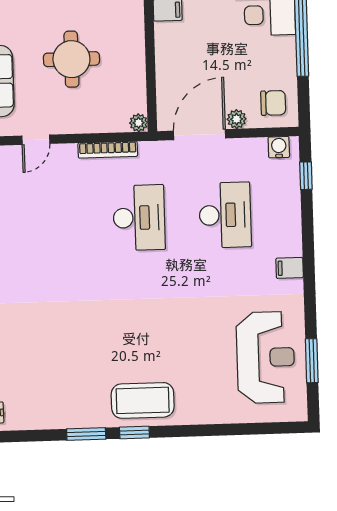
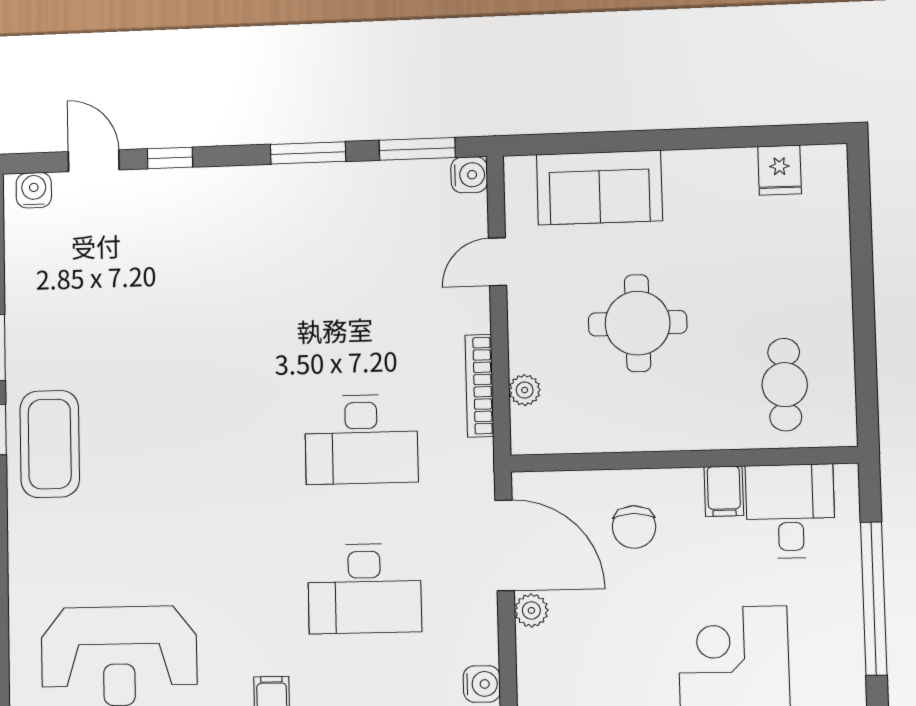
chair: (273, 103) -> (634, 527), moved
plant: (139, 123) -> (525, 390), moved
door: (36, 140) -> (497, 262), hinge flipped

